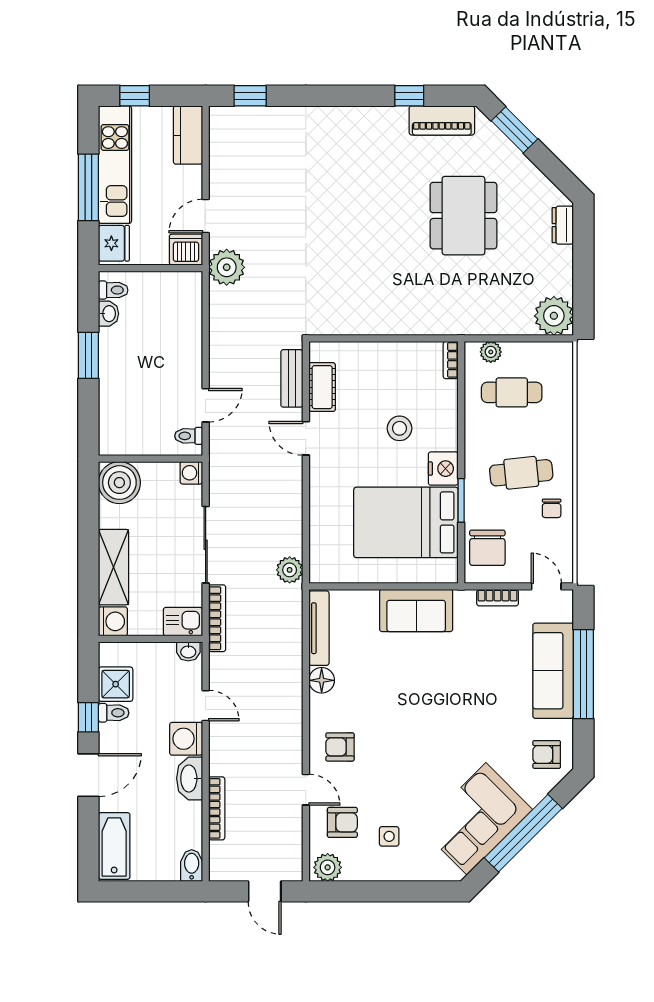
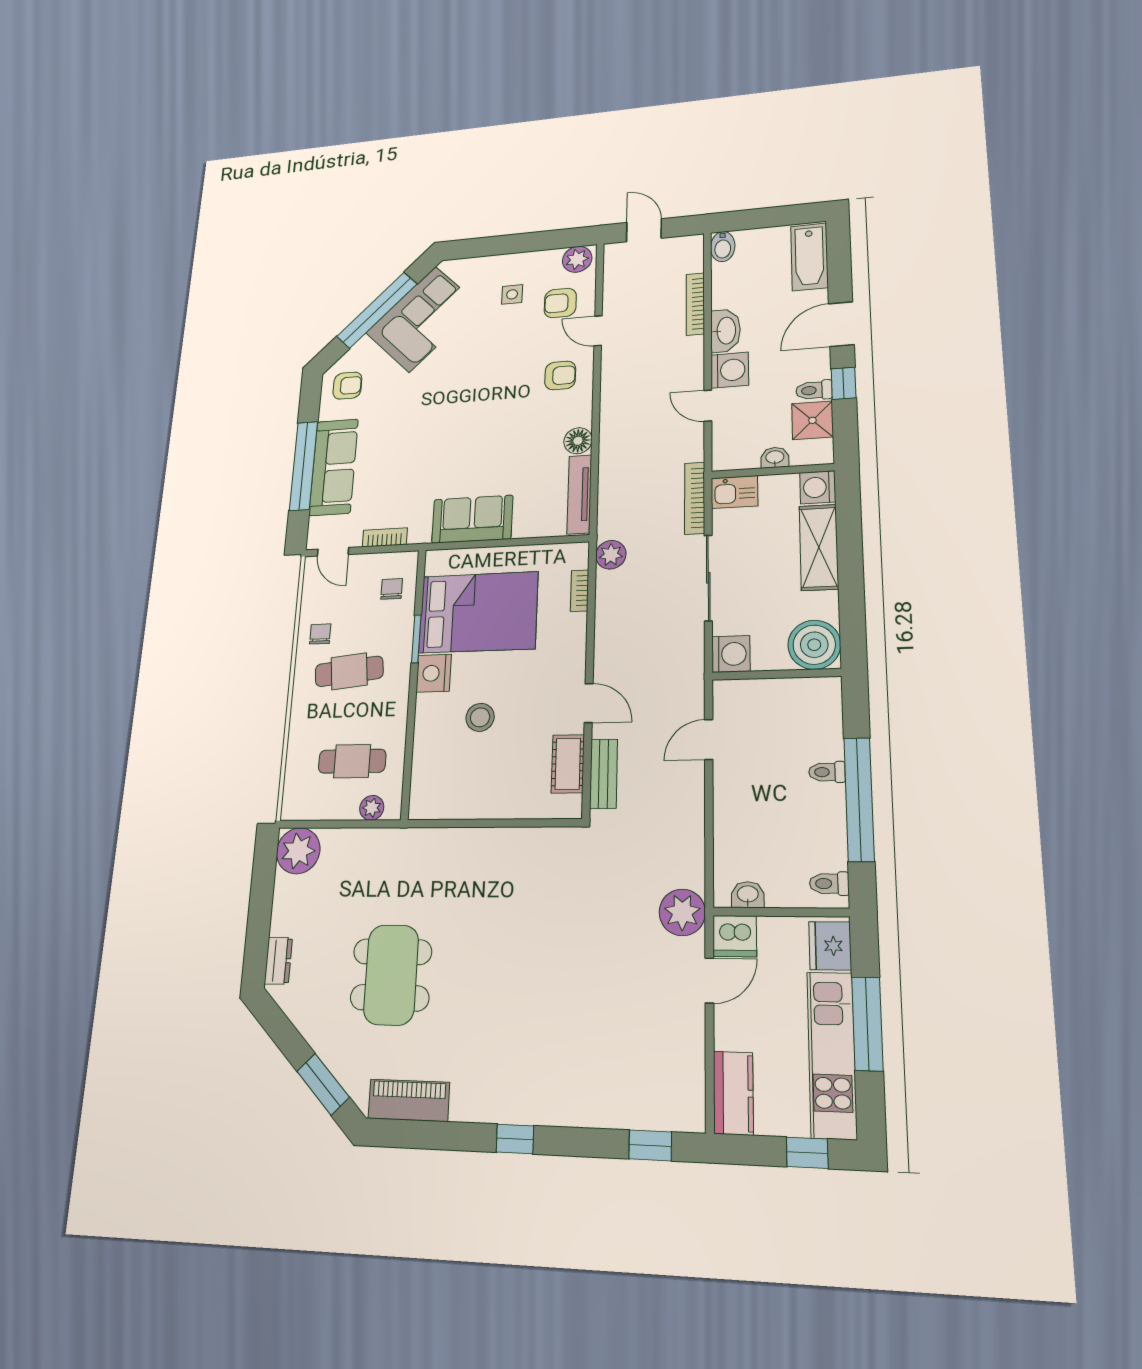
window: (409, 96) -> (515, 1139), moved
washbasin: (108, 314) -> (748, 895), moved, turned 90
window: (88, 355) -> (859, 799), width x2.11
bookcase: (451, 360) -> (580, 591), moved, turned 180
toilet: (189, 436) -> (827, 772), moved, turned 180
washing machine: (191, 473) -> (731, 654), width x1.38, depth x1.38
chair: (487, 548) -> (392, 589), width x0.54, depth x0.54
washbasin: (188, 651) -> (775, 458), moved

